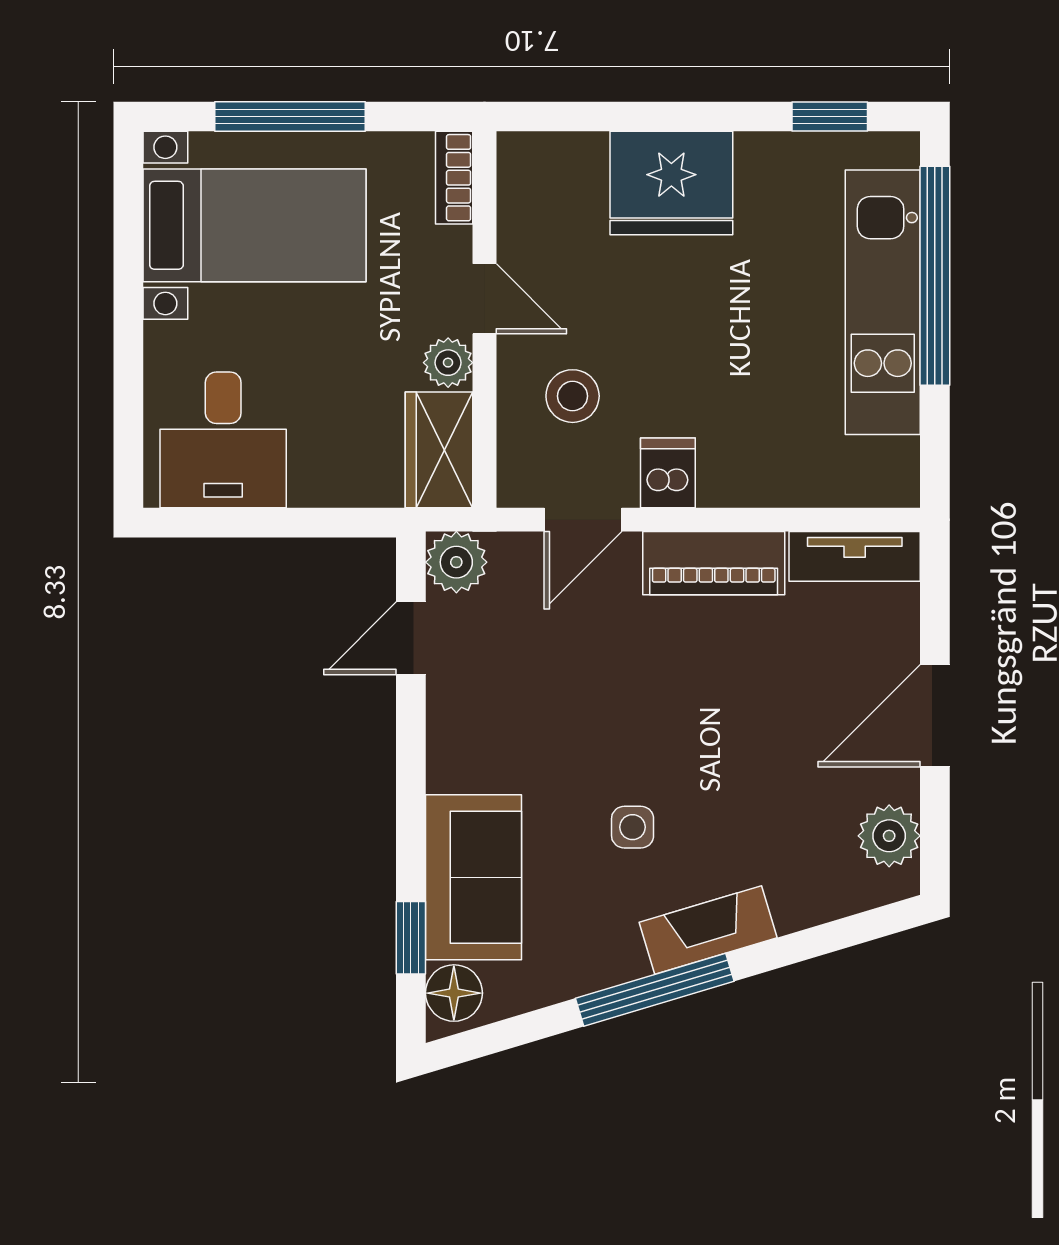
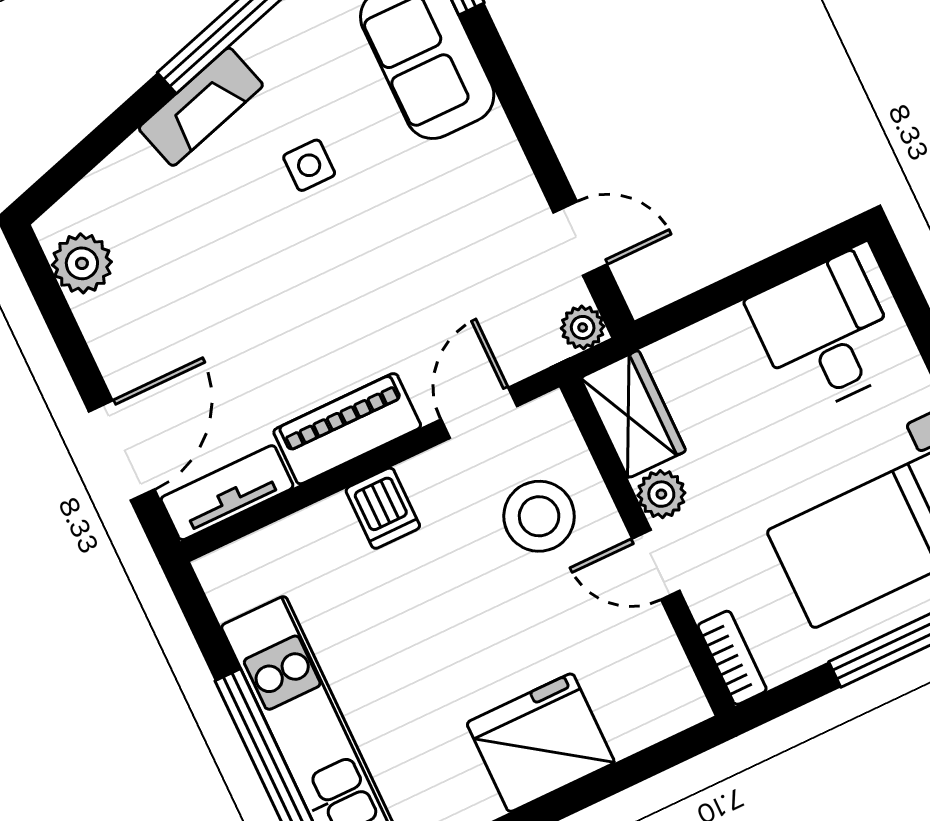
stool: (573, 396) -> (539, 516), width x1.38, depth x1.38
dishwasher: (668, 473) -> (383, 508), moved
plant: (456, 562) -> (583, 327), width x0.73, depth x0.73
door: (411, 638) -> (580, 239), hinge flipped
door: (935, 716) -> (122, 451), moved

